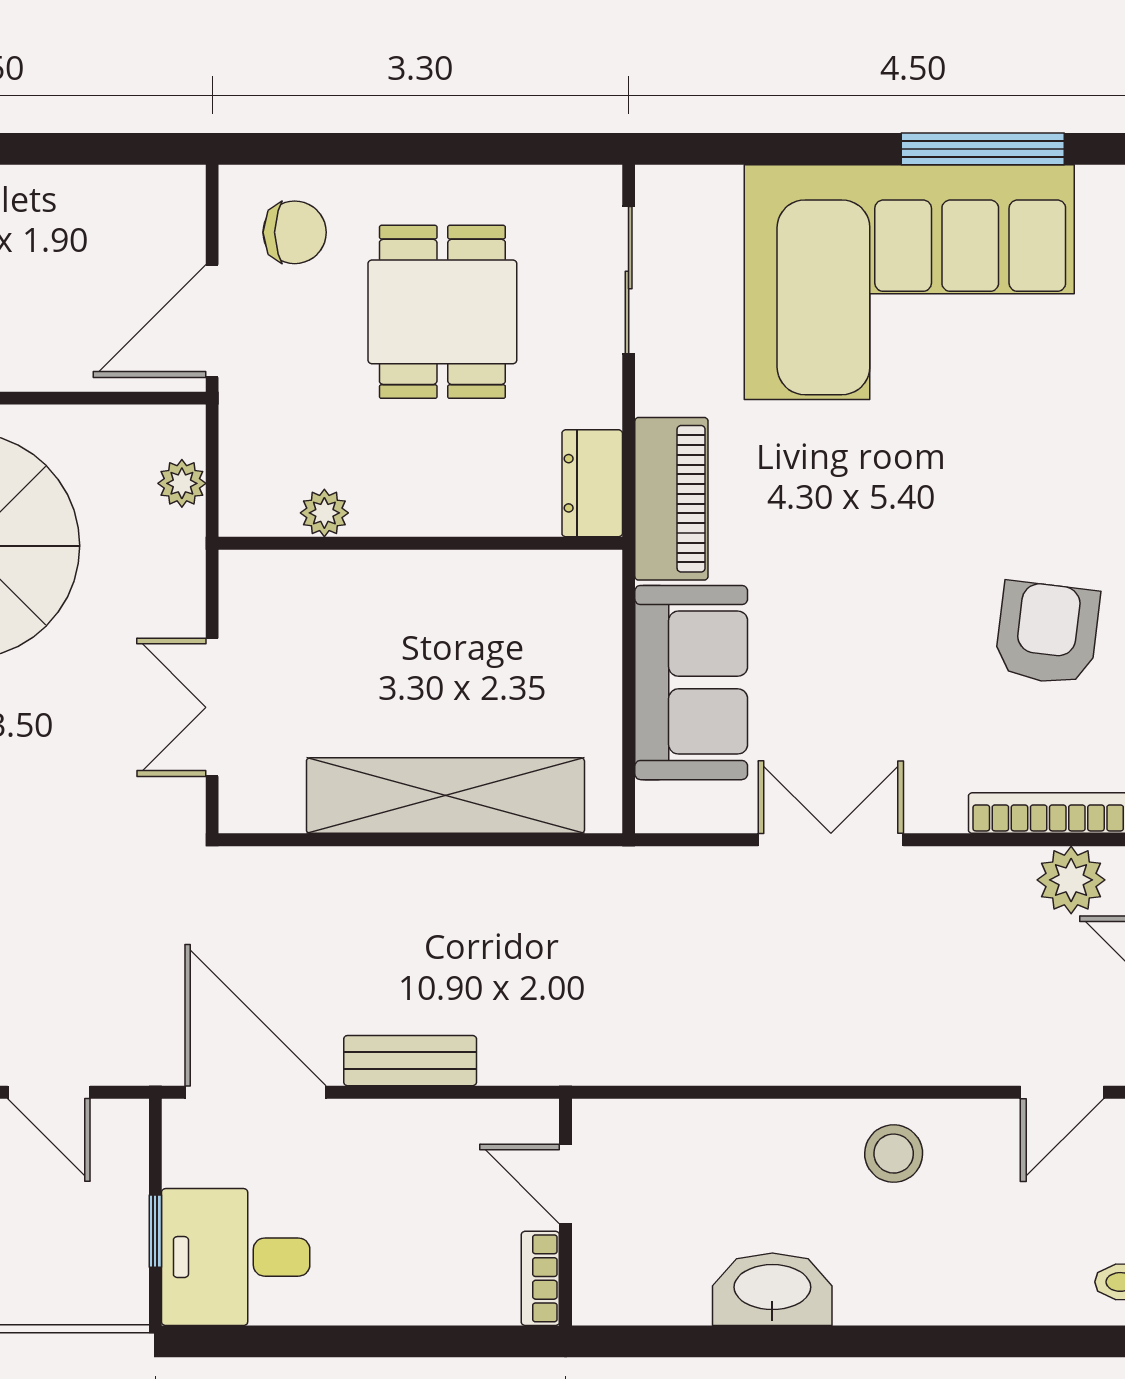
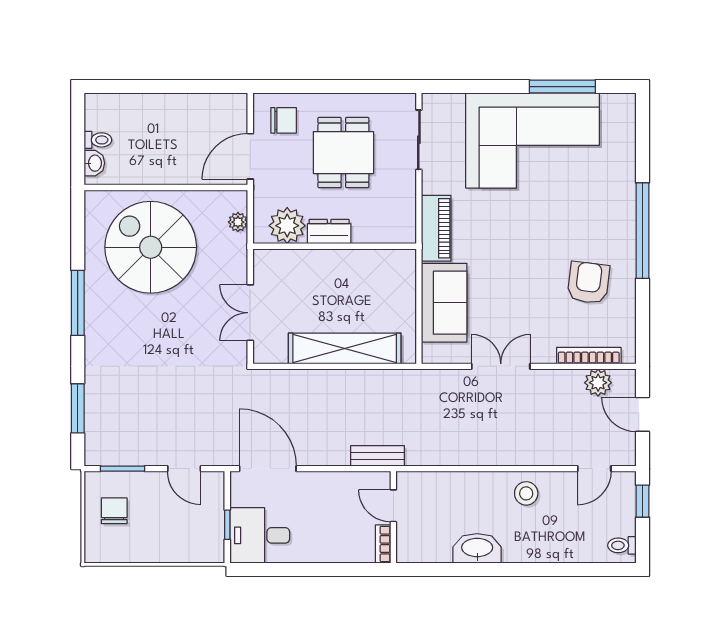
dresser: (592, 483) -> (329, 231), moved, turned 90
plant: (324, 513) -> (287, 226), width x1.87, depth x1.87
bench: (410, 1061) -> (378, 456), moved

